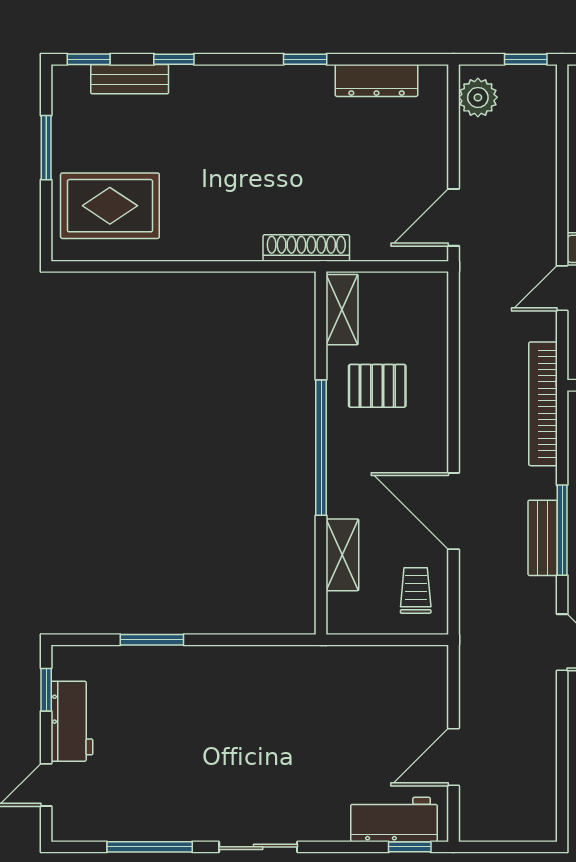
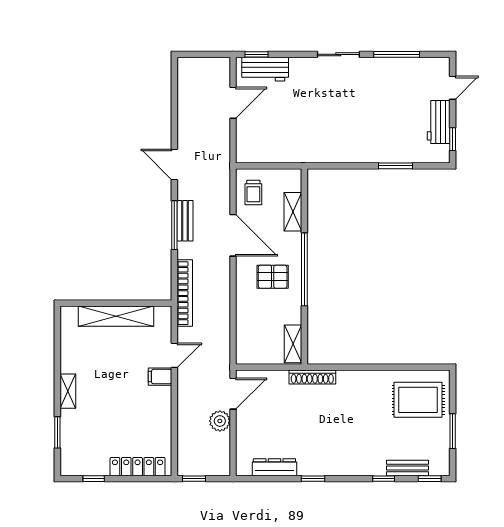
plant: (478, 97) -> (220, 421), moved
pallet: (377, 386) -> (273, 277), moved

